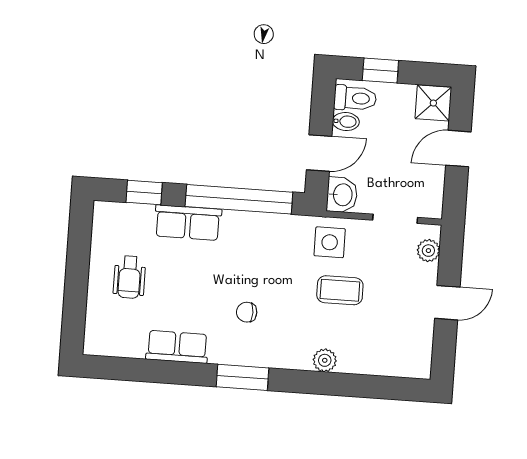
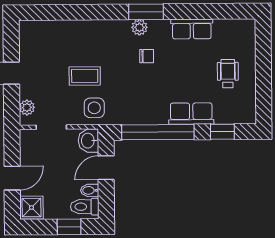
plant: (325, 360) -> (139, 27), moved

